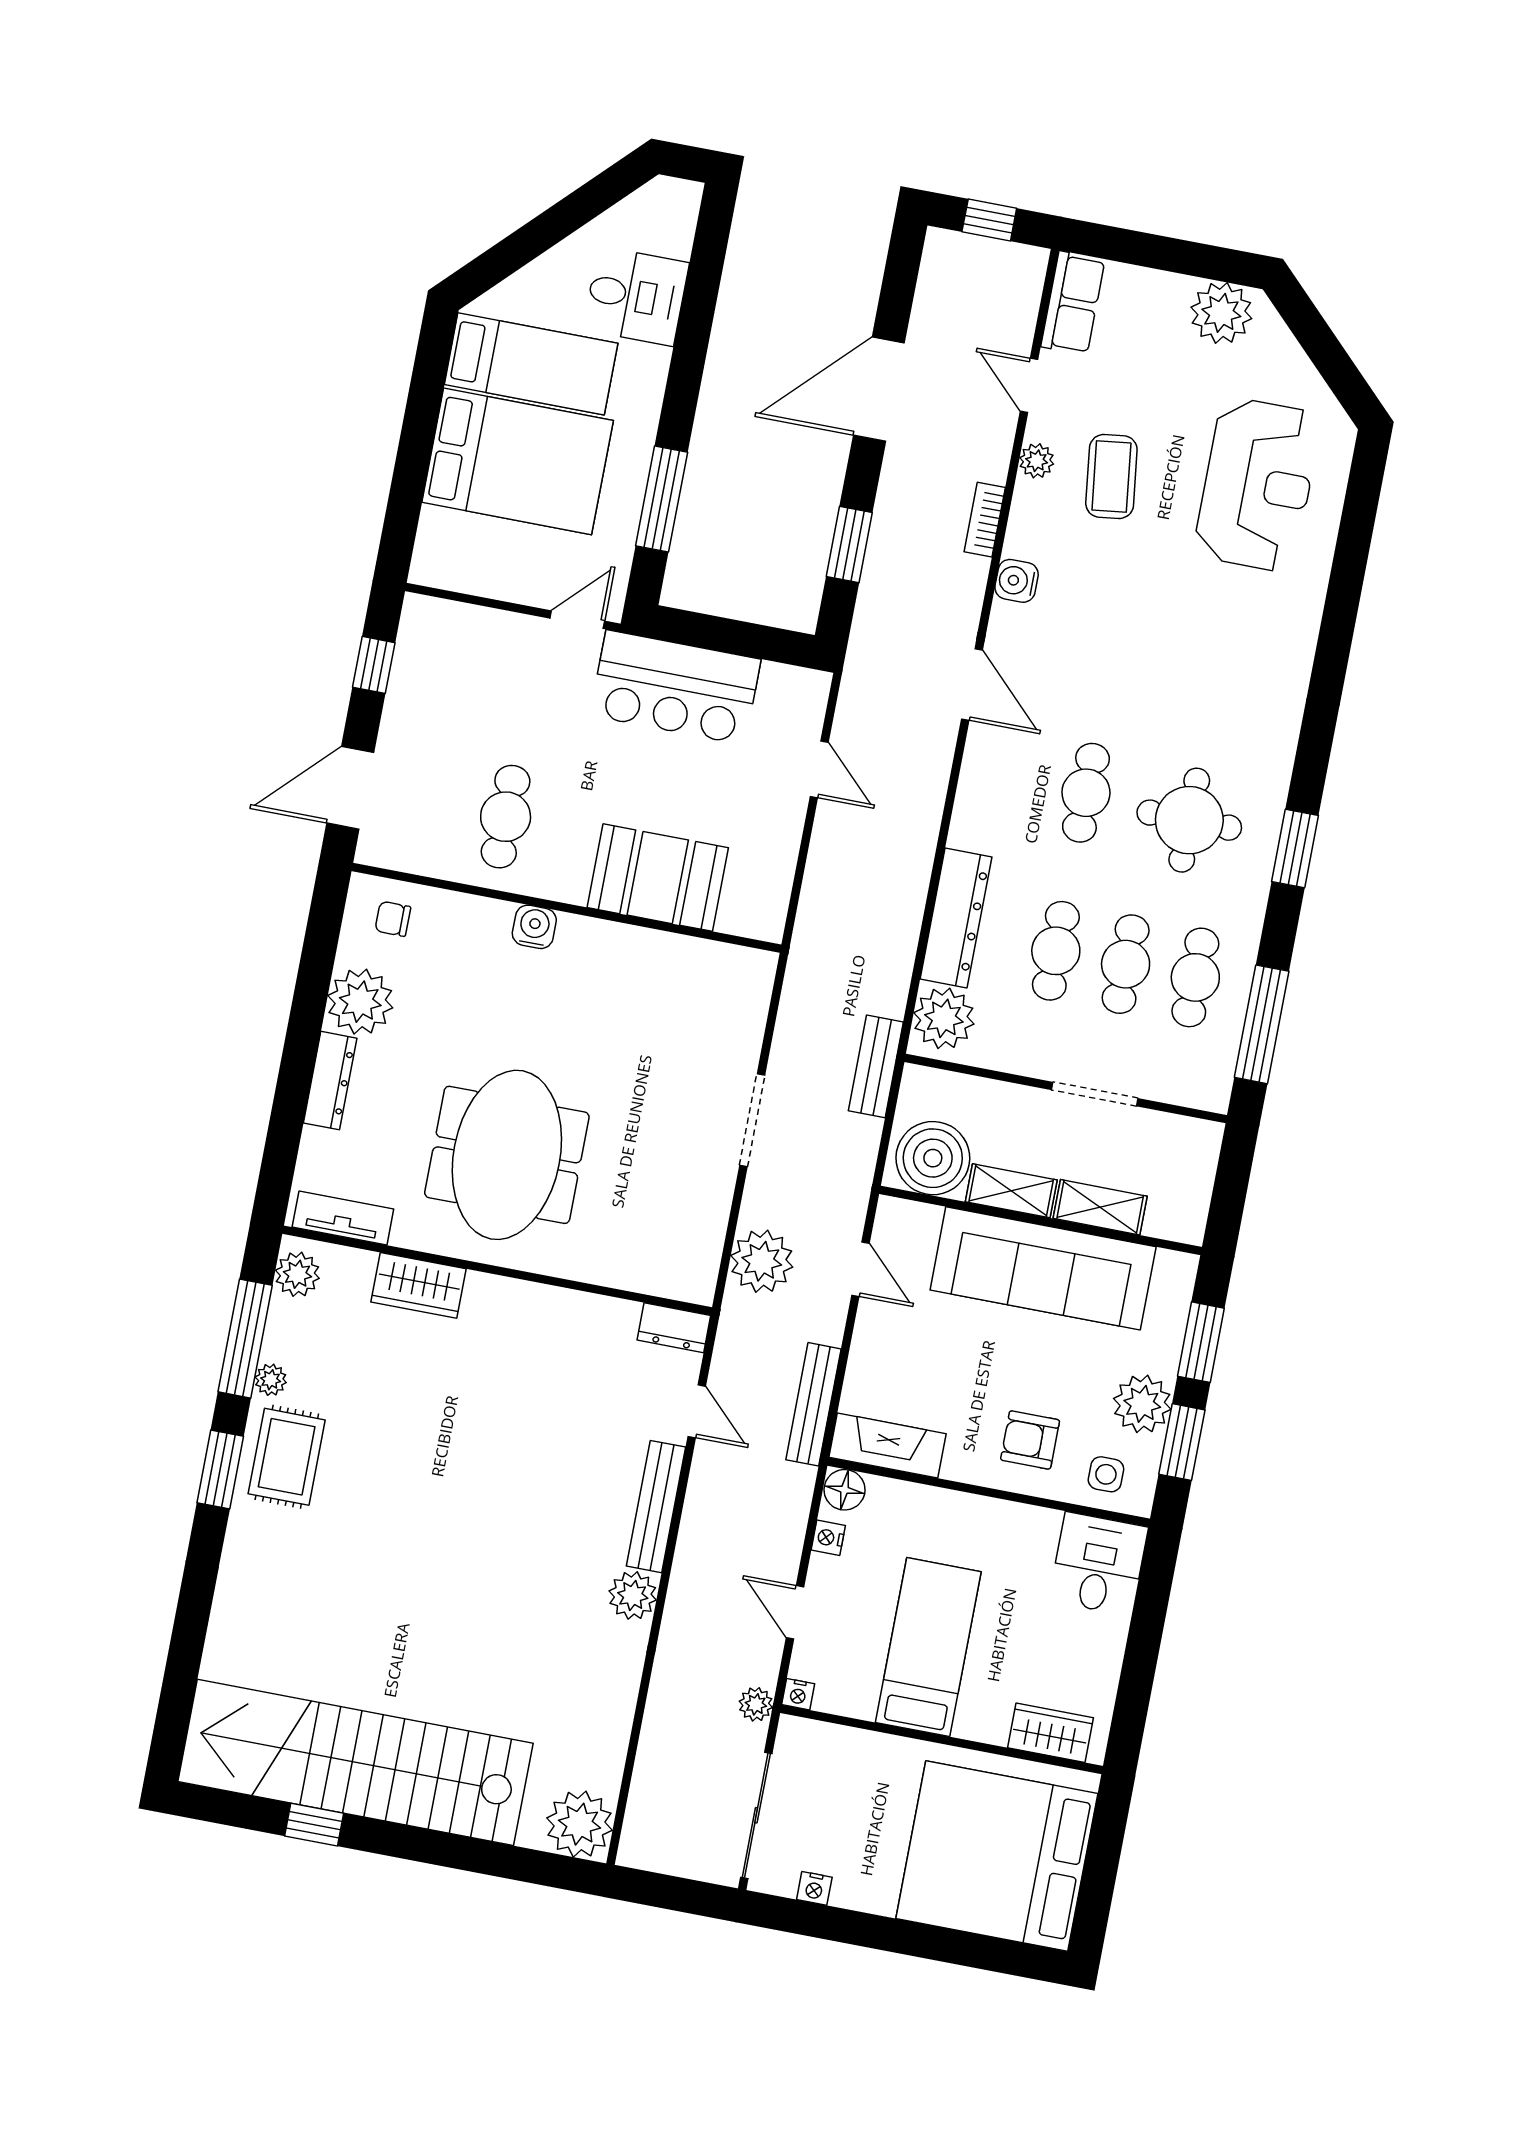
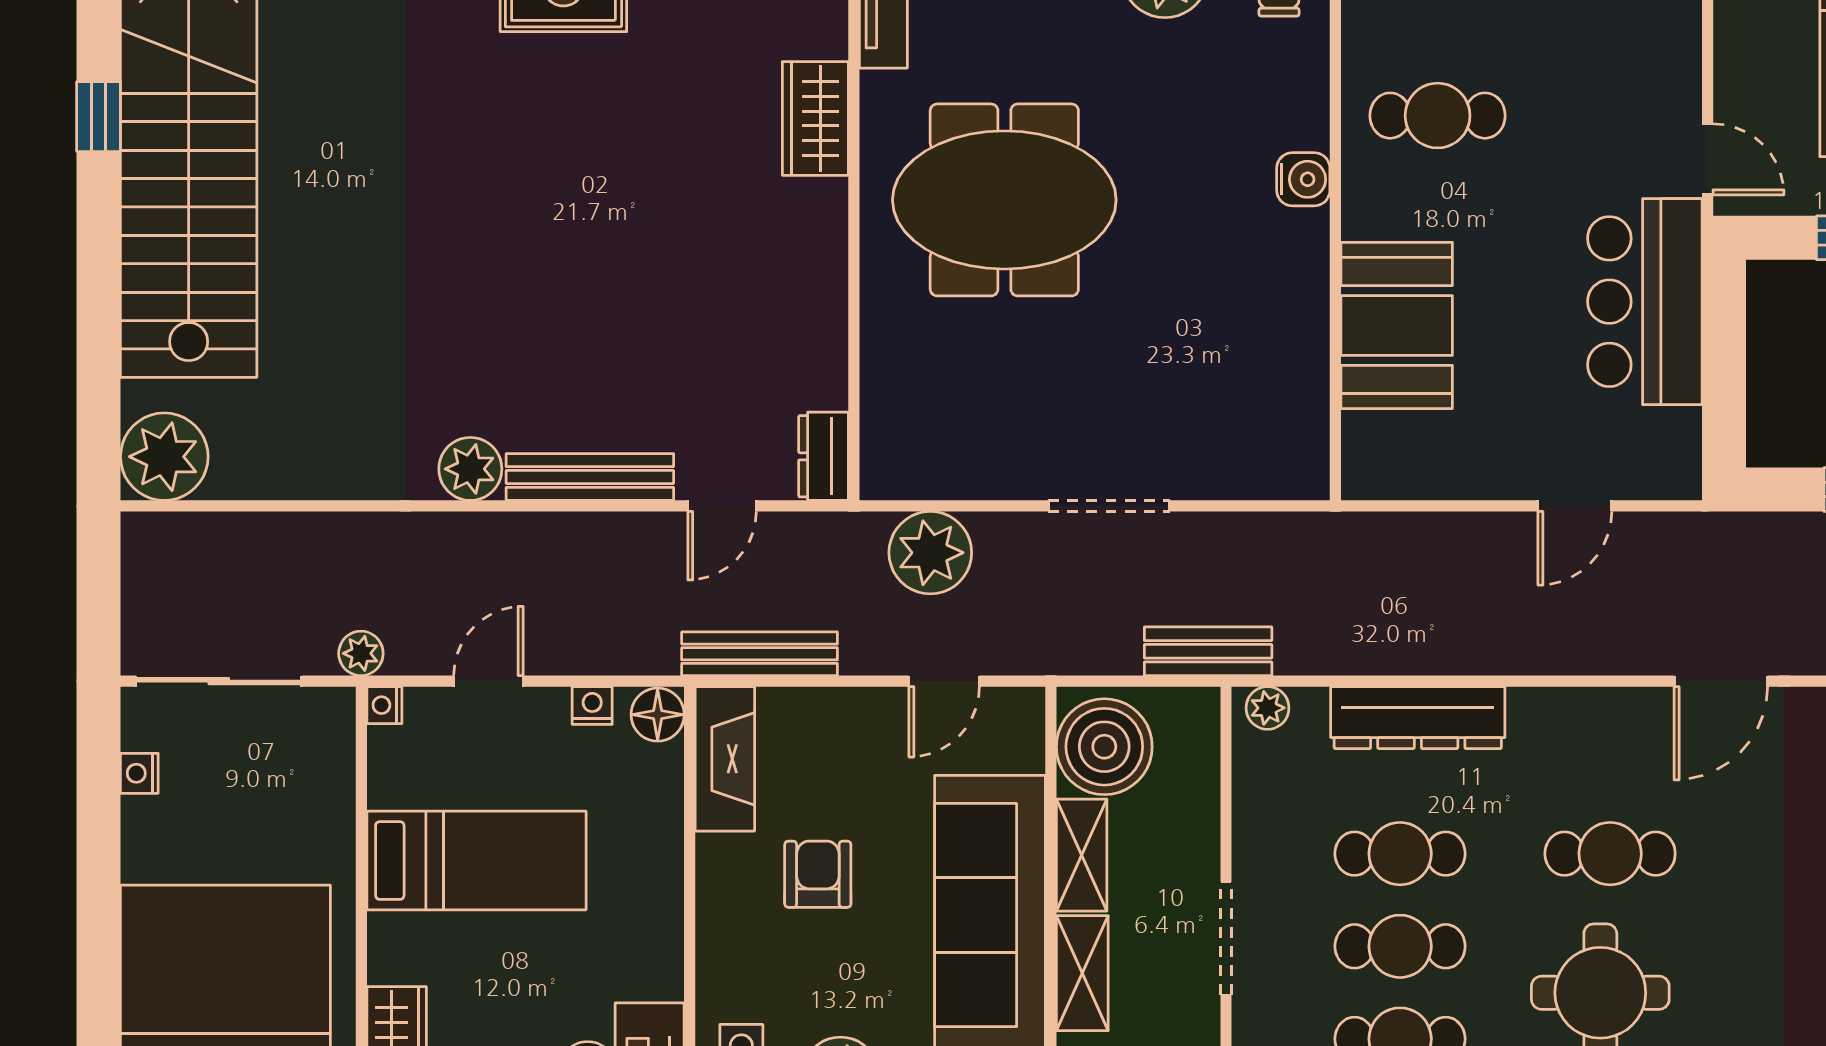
plant: (944, 1018) -> (1267, 708), width x0.53, depth x0.53
armchair: (1030, 1440) -> (818, 874), moved

